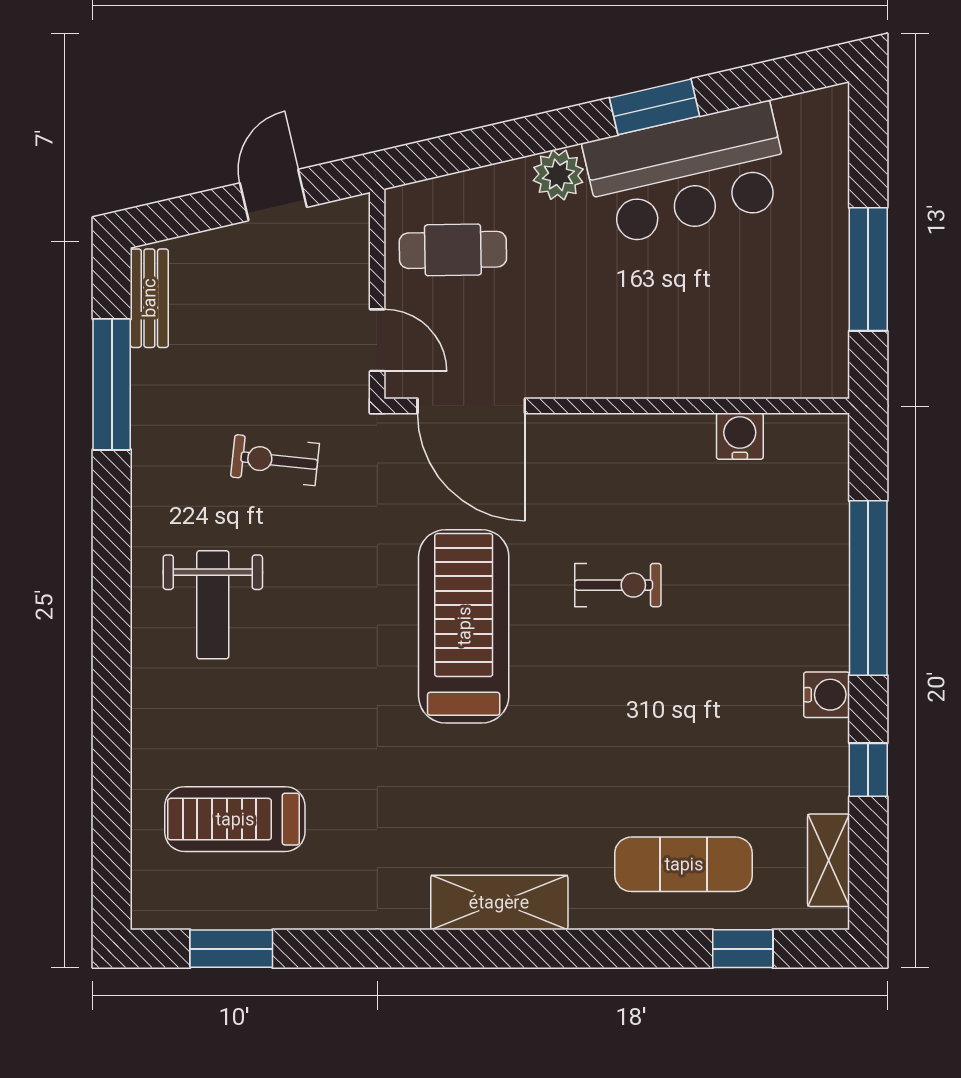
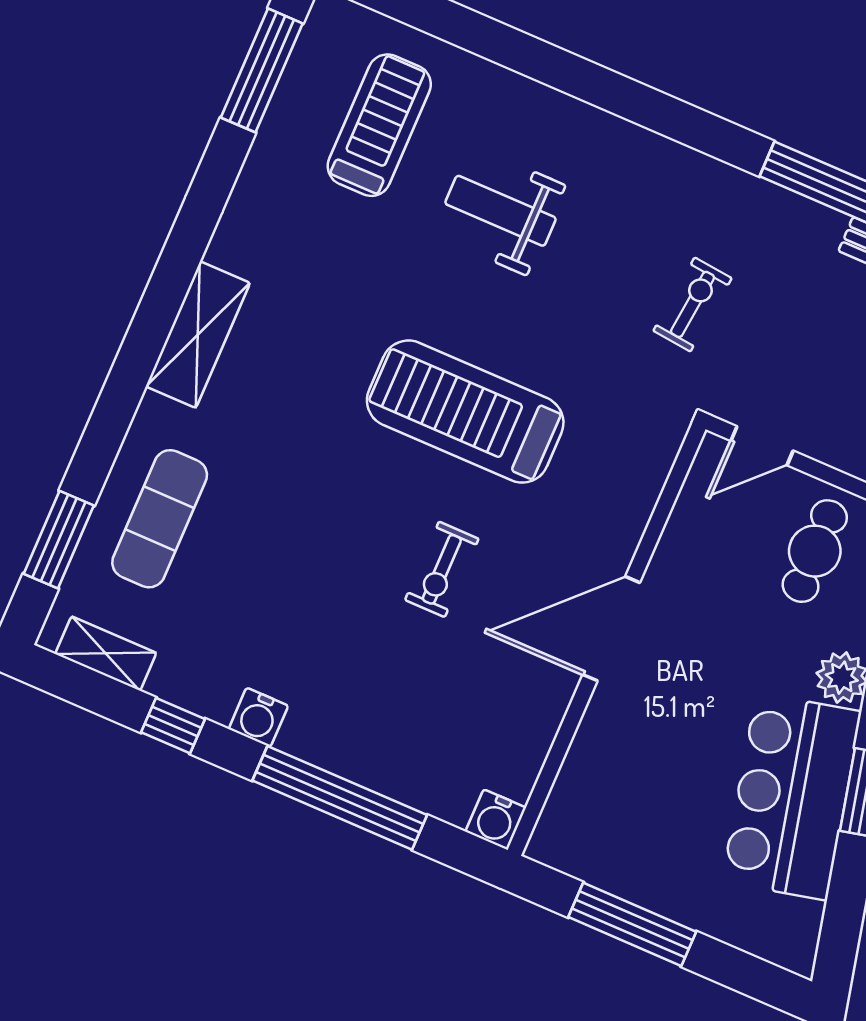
door: (471, 406) -> (611, 629), moved
water cooler: (740, 436) -> (496, 820), moved, turned 90
weight bench: (213, 605) -> (500, 211), moved
treadmill: (464, 626) -> (465, 412), turned 180
window: (231, 949) -> (262, 70), width x1.44
window: (743, 949) -> (59, 540), width x1.50

